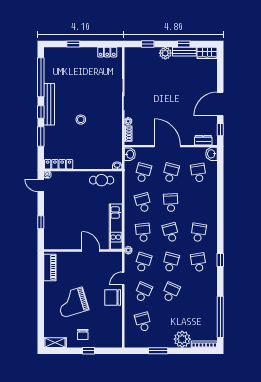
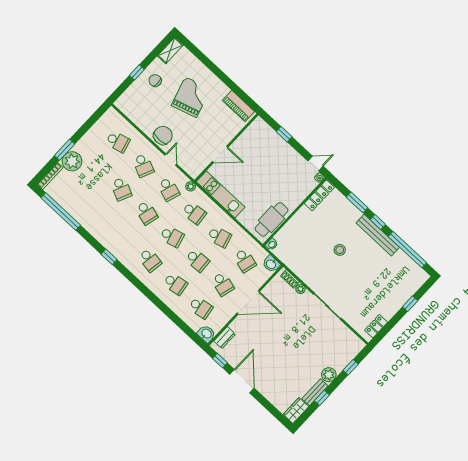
cafe table: (102, 180) -> (272, 219), width x1.37, depth x1.35
school desk: (198, 262) -> (175, 284), moved
window: (158, 351) -> (65, 150), moved

